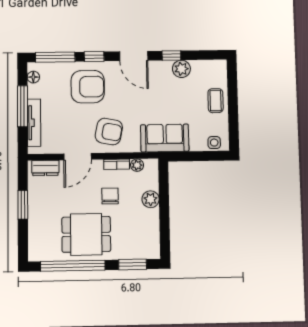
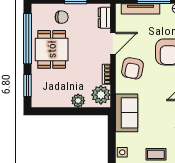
door: (78, 157) -> (113, 43), swing flipped
plant: (137, 165) -> (101, 95), width x1.88, depth x1.88
chair: (110, 196) -> (62, 17), moved

